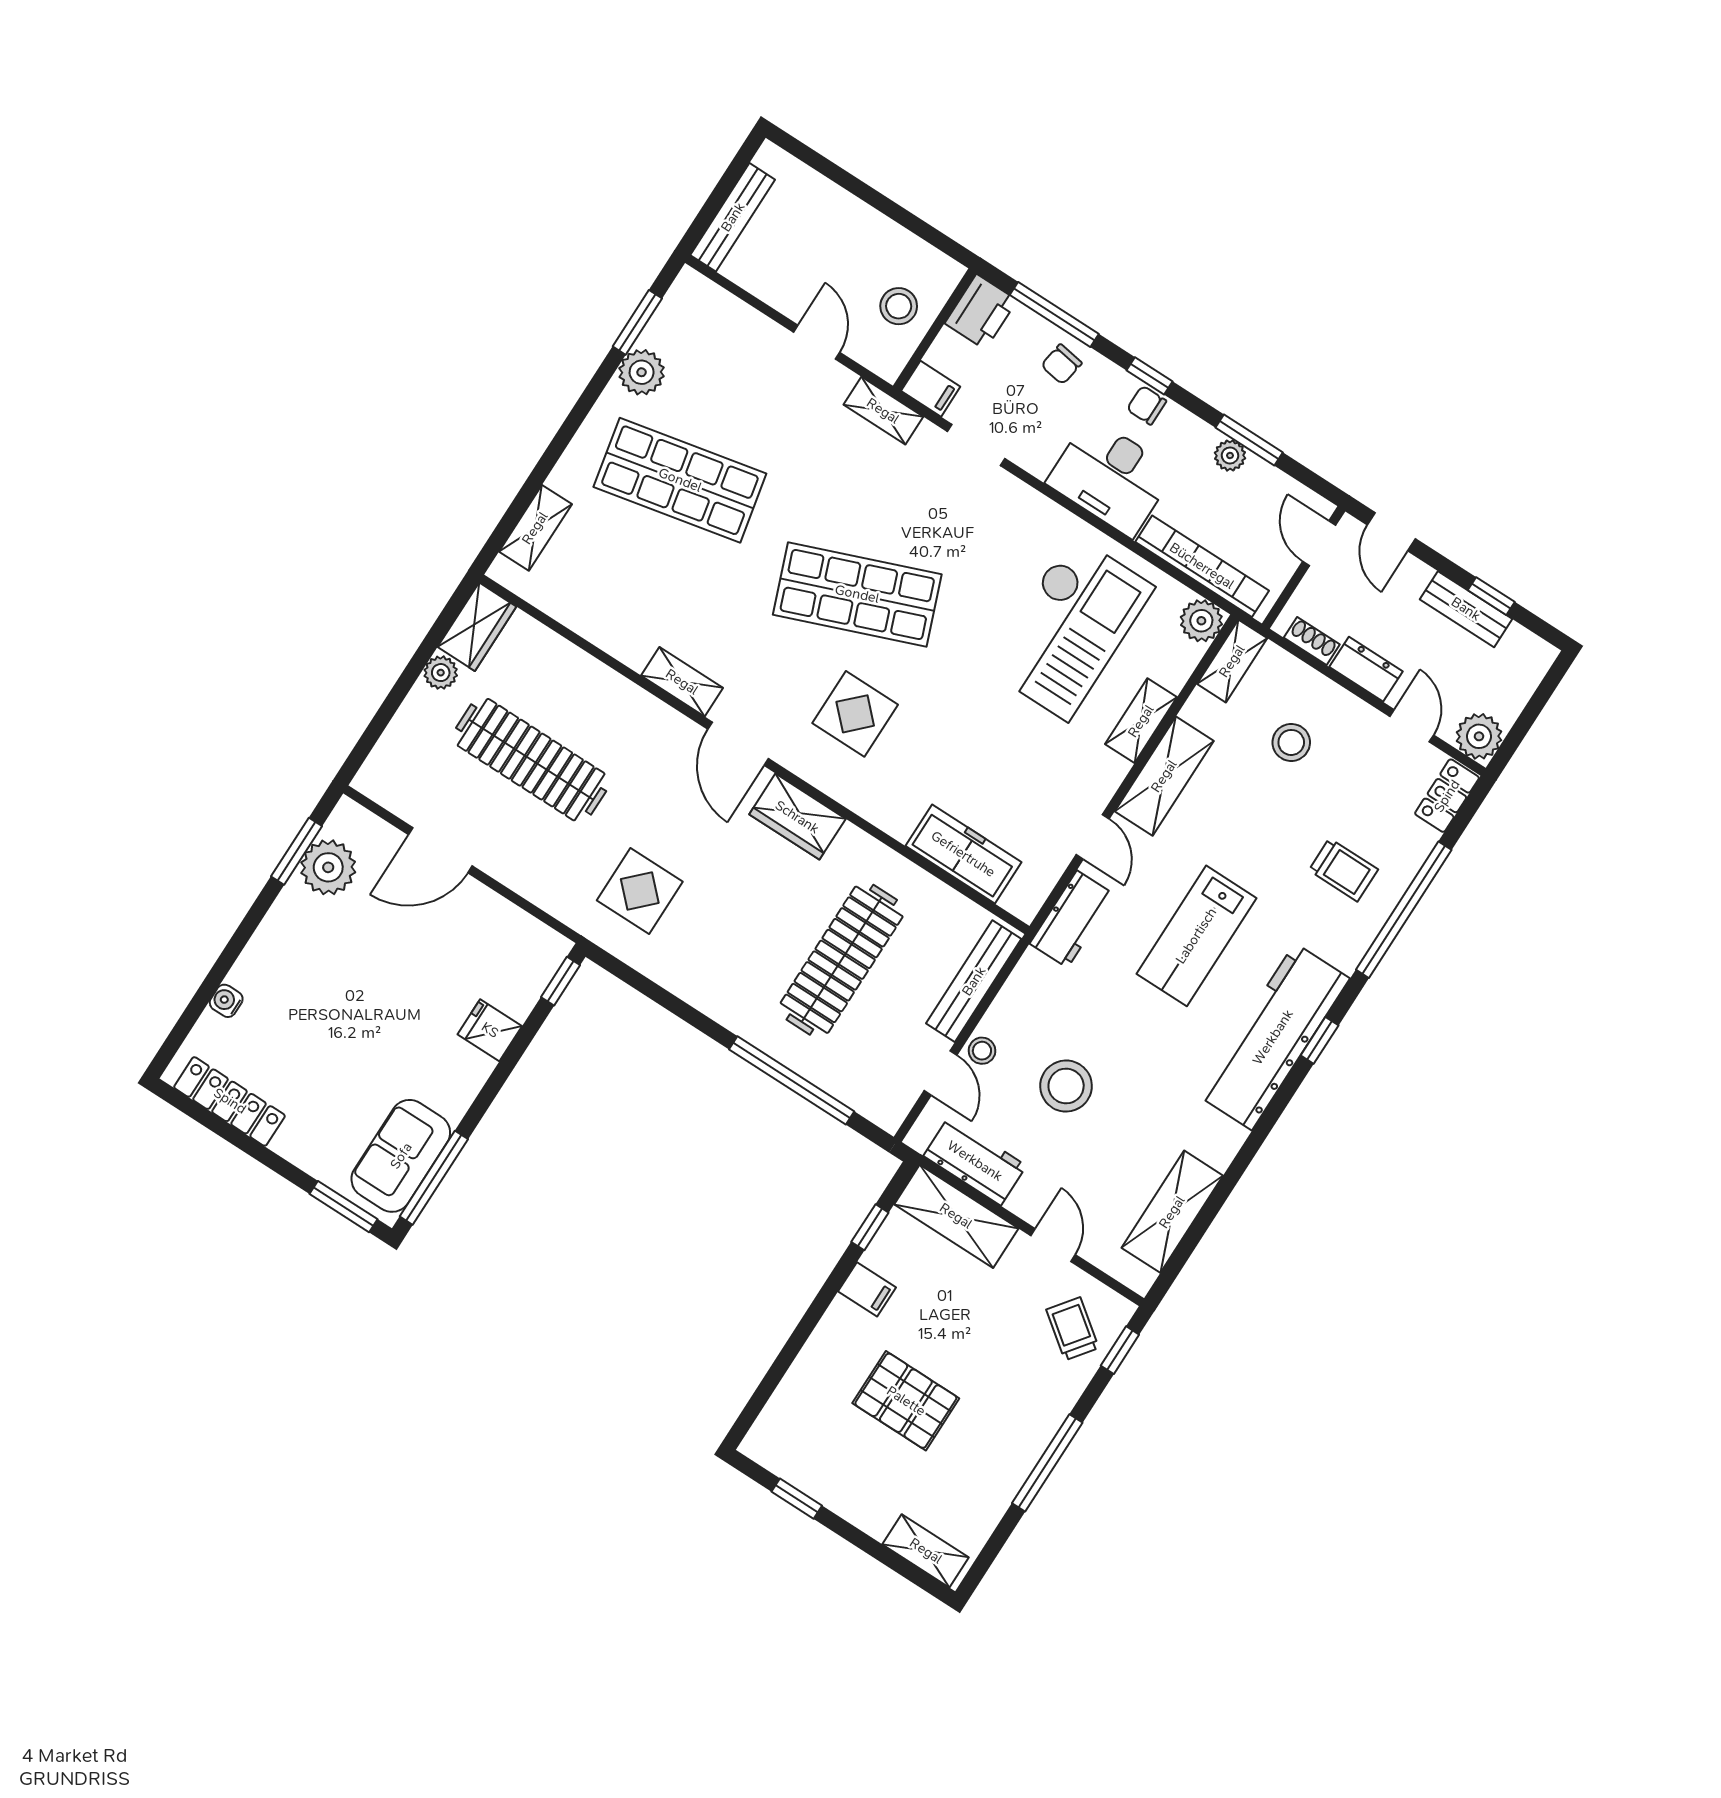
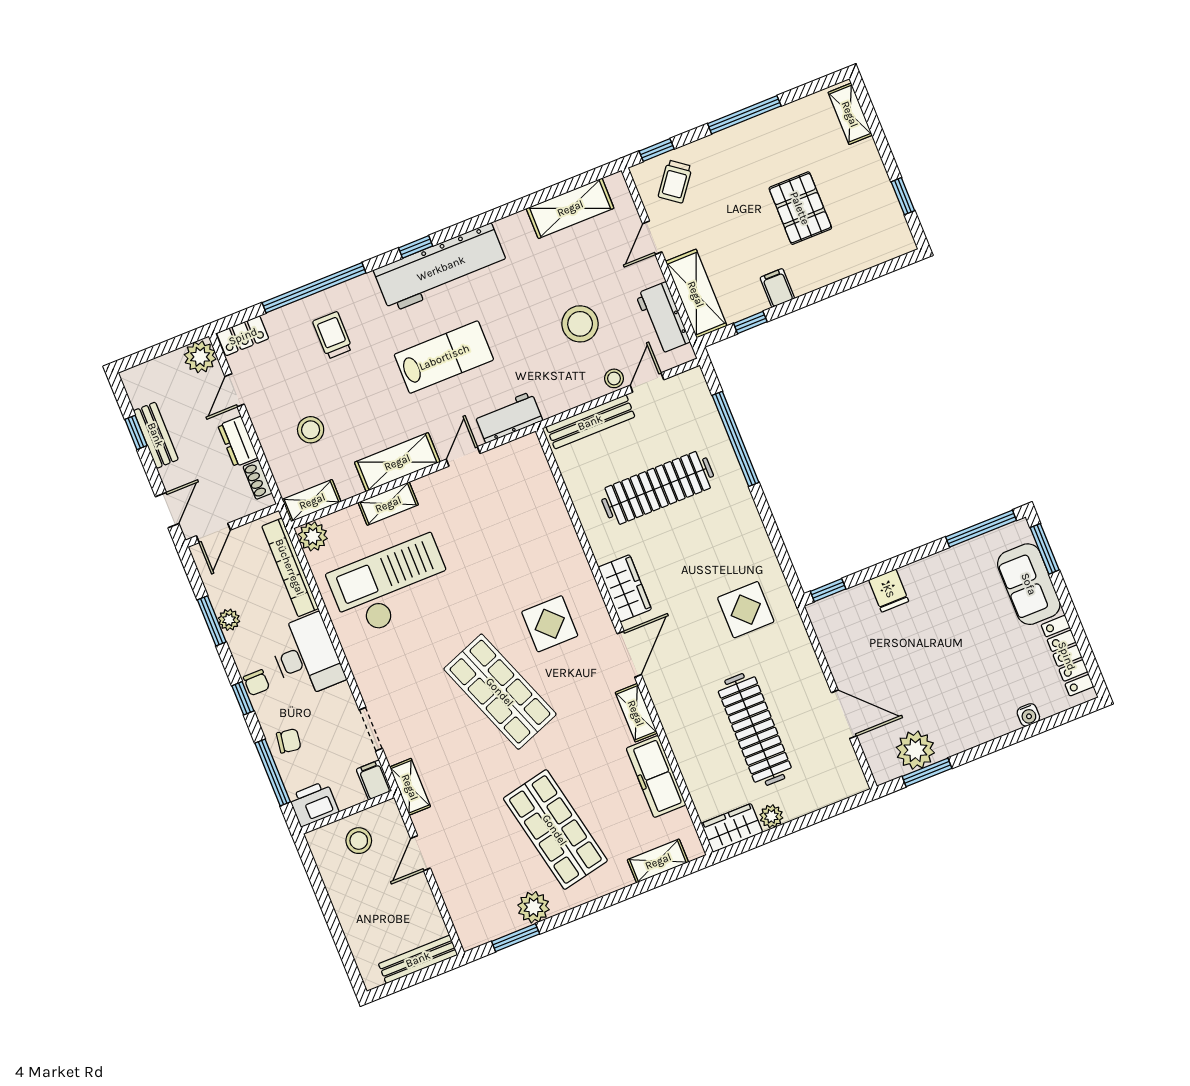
freezer: (963, 854) -> (656, 776), moved
sofa: (401, 1156) -> (1029, 584), moved, turned 90

